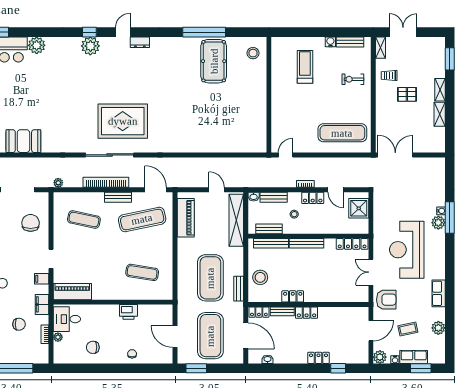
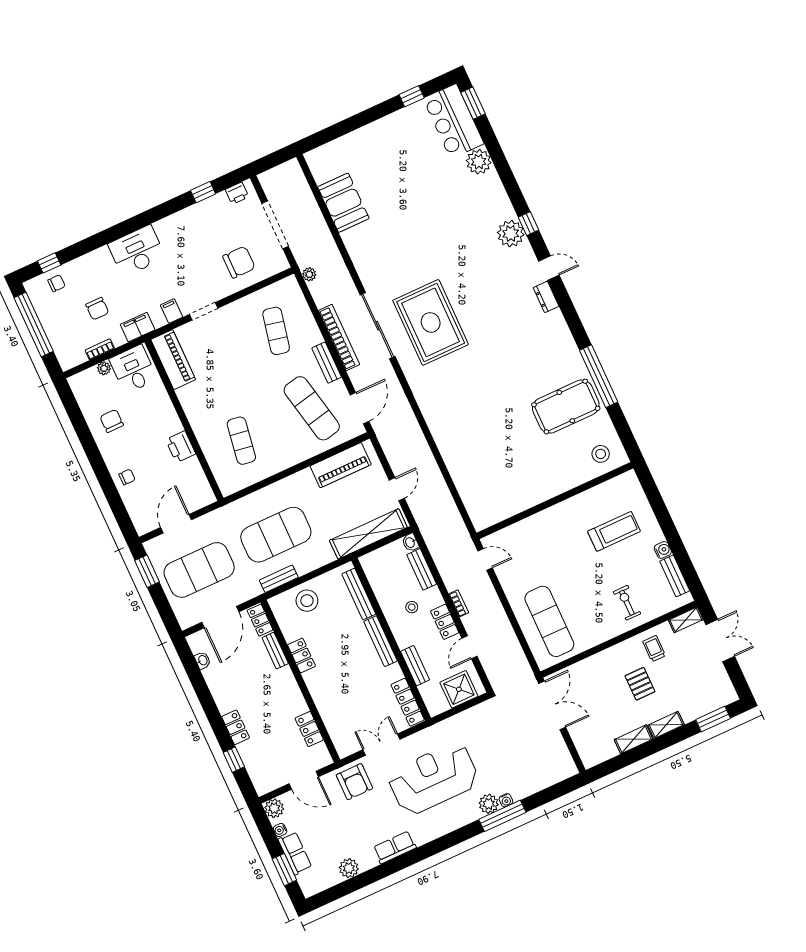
bench: (269, 229) -> (415, 666), moved
locker: (307, 313) -> (309, 729), moved
coffee table: (408, 329) -> (328, 828), removed

